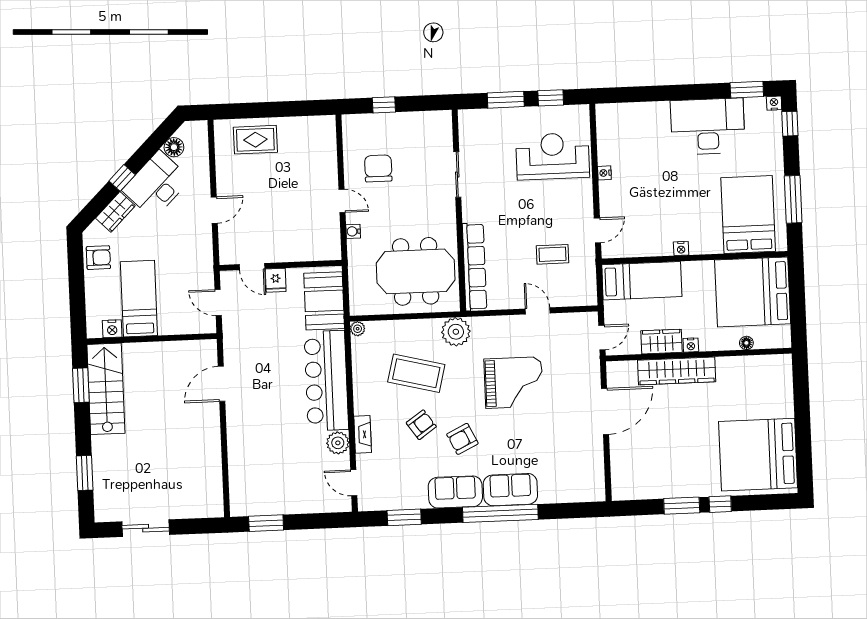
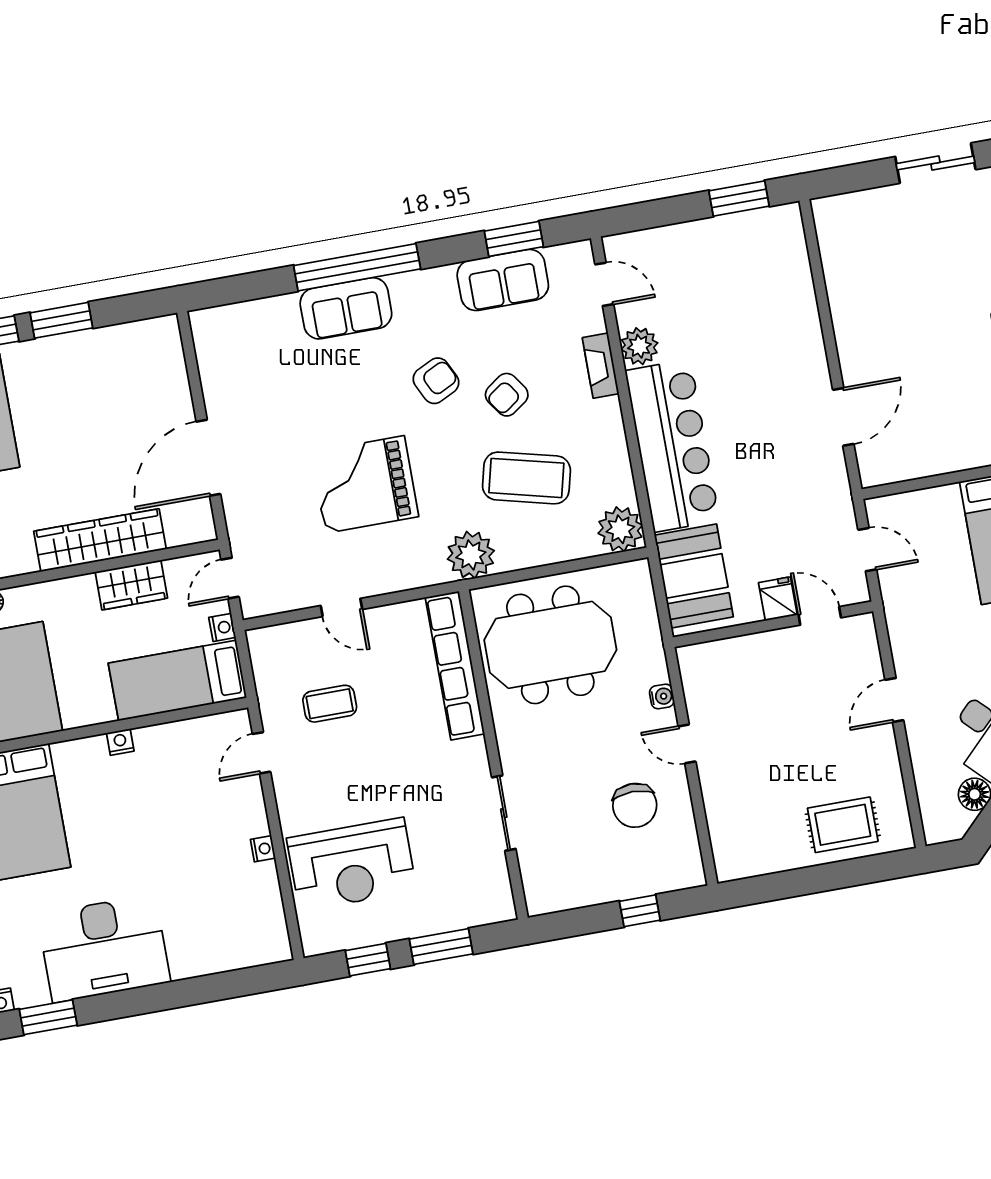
plant: (358, 329) -> (620, 529), width x1.88, depth x1.88
nightstand: (691, 345) -> (222, 627), moved, turned 90
sofa: (455, 492) -> (503, 280), moved

